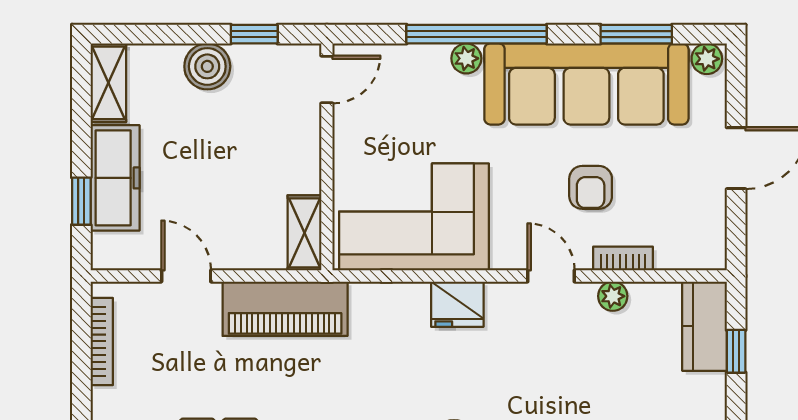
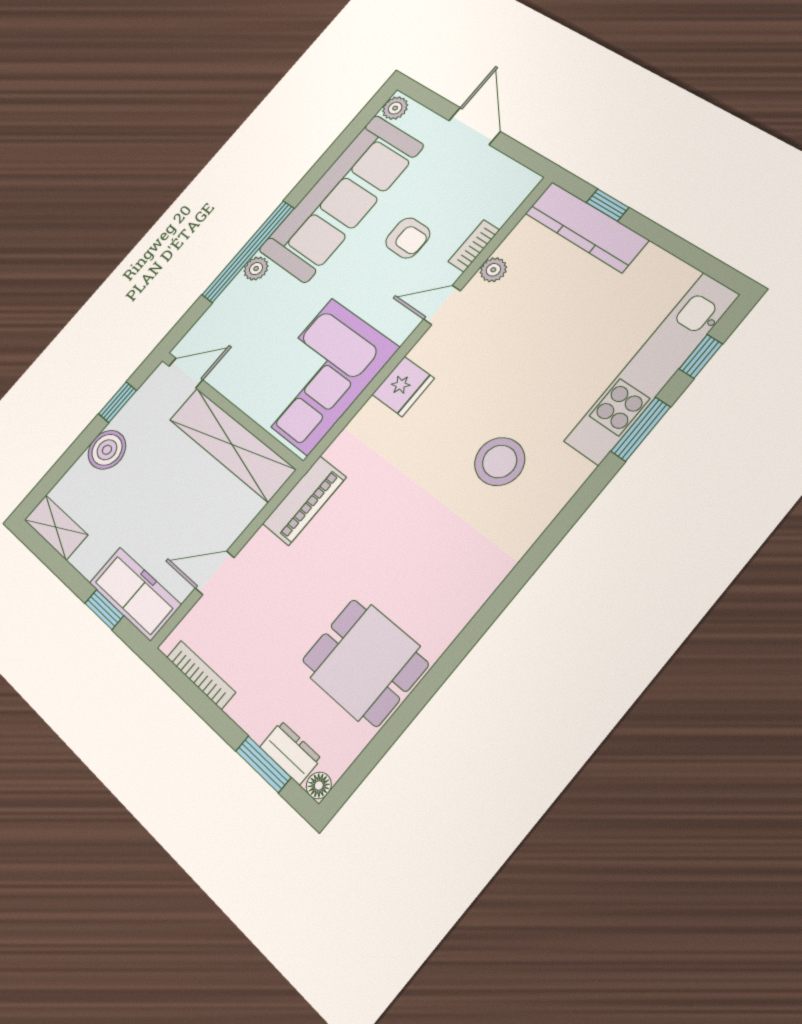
window: (636, 34) -> (340, 145), removed
door: (327, 79) -> (186, 373), hinge flipped
freezer: (115, 178) -> (135, 594), moved
shelving: (304, 233) -> (232, 444), width x2.20, depth x1.33
piano: (285, 309) -> (304, 500), width x0.73, depth x0.75
kitchen counter: (705, 326) -> (586, 227), width x1.50

